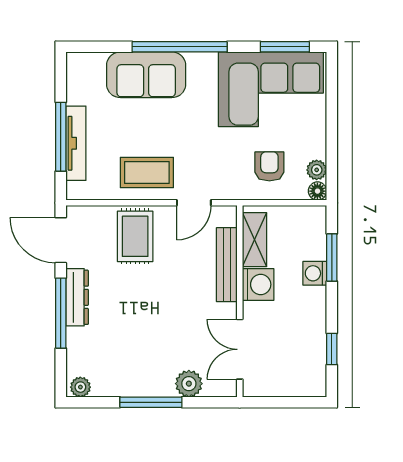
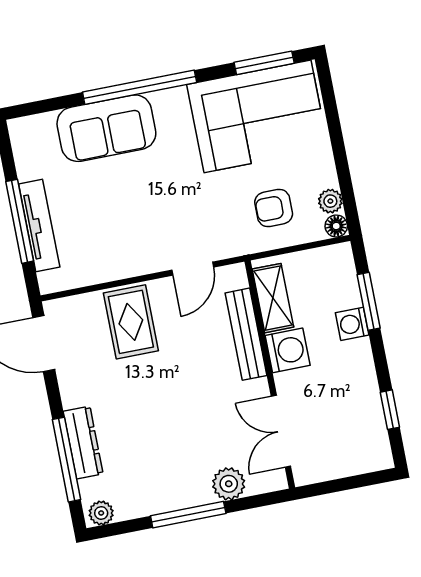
armchair: (269, 166) -> (274, 208), turned -90
coffee table: (147, 172) -> (130, 244), removed
dresser: (77, 297) -> (83, 443), moved
window: (61, 313) -> (66, 460), moved

